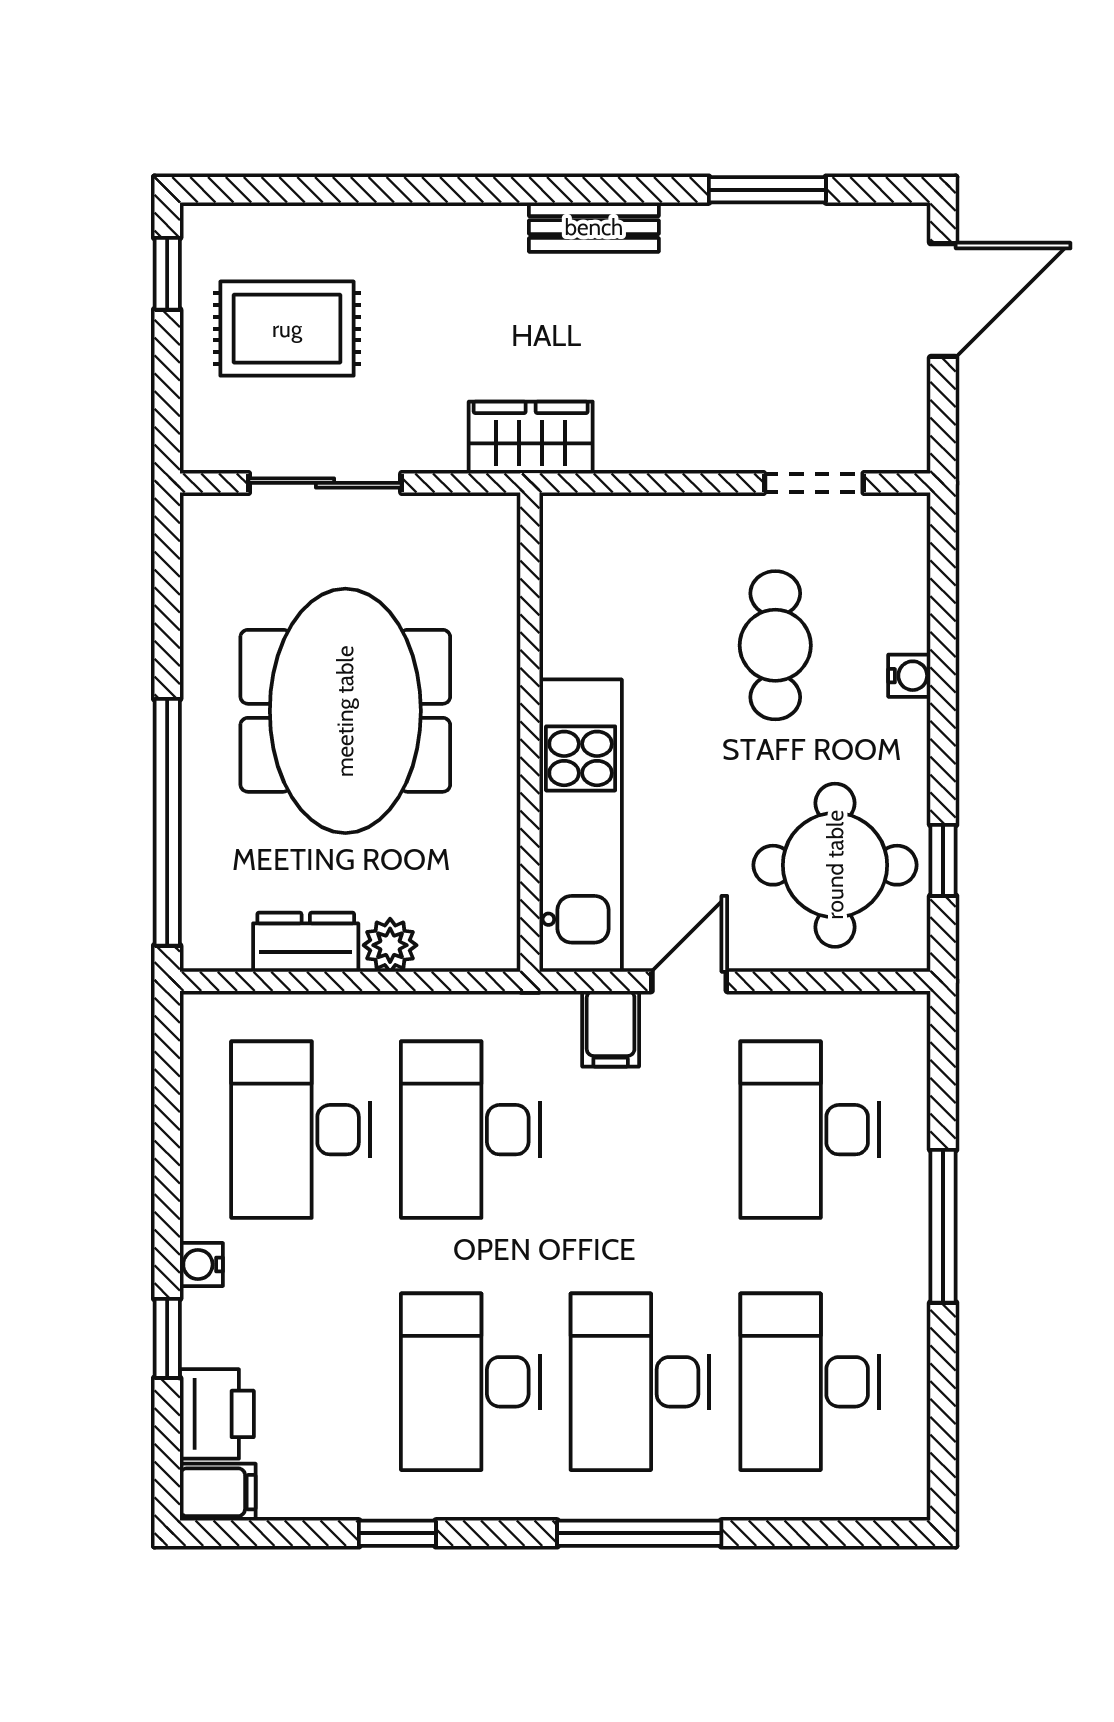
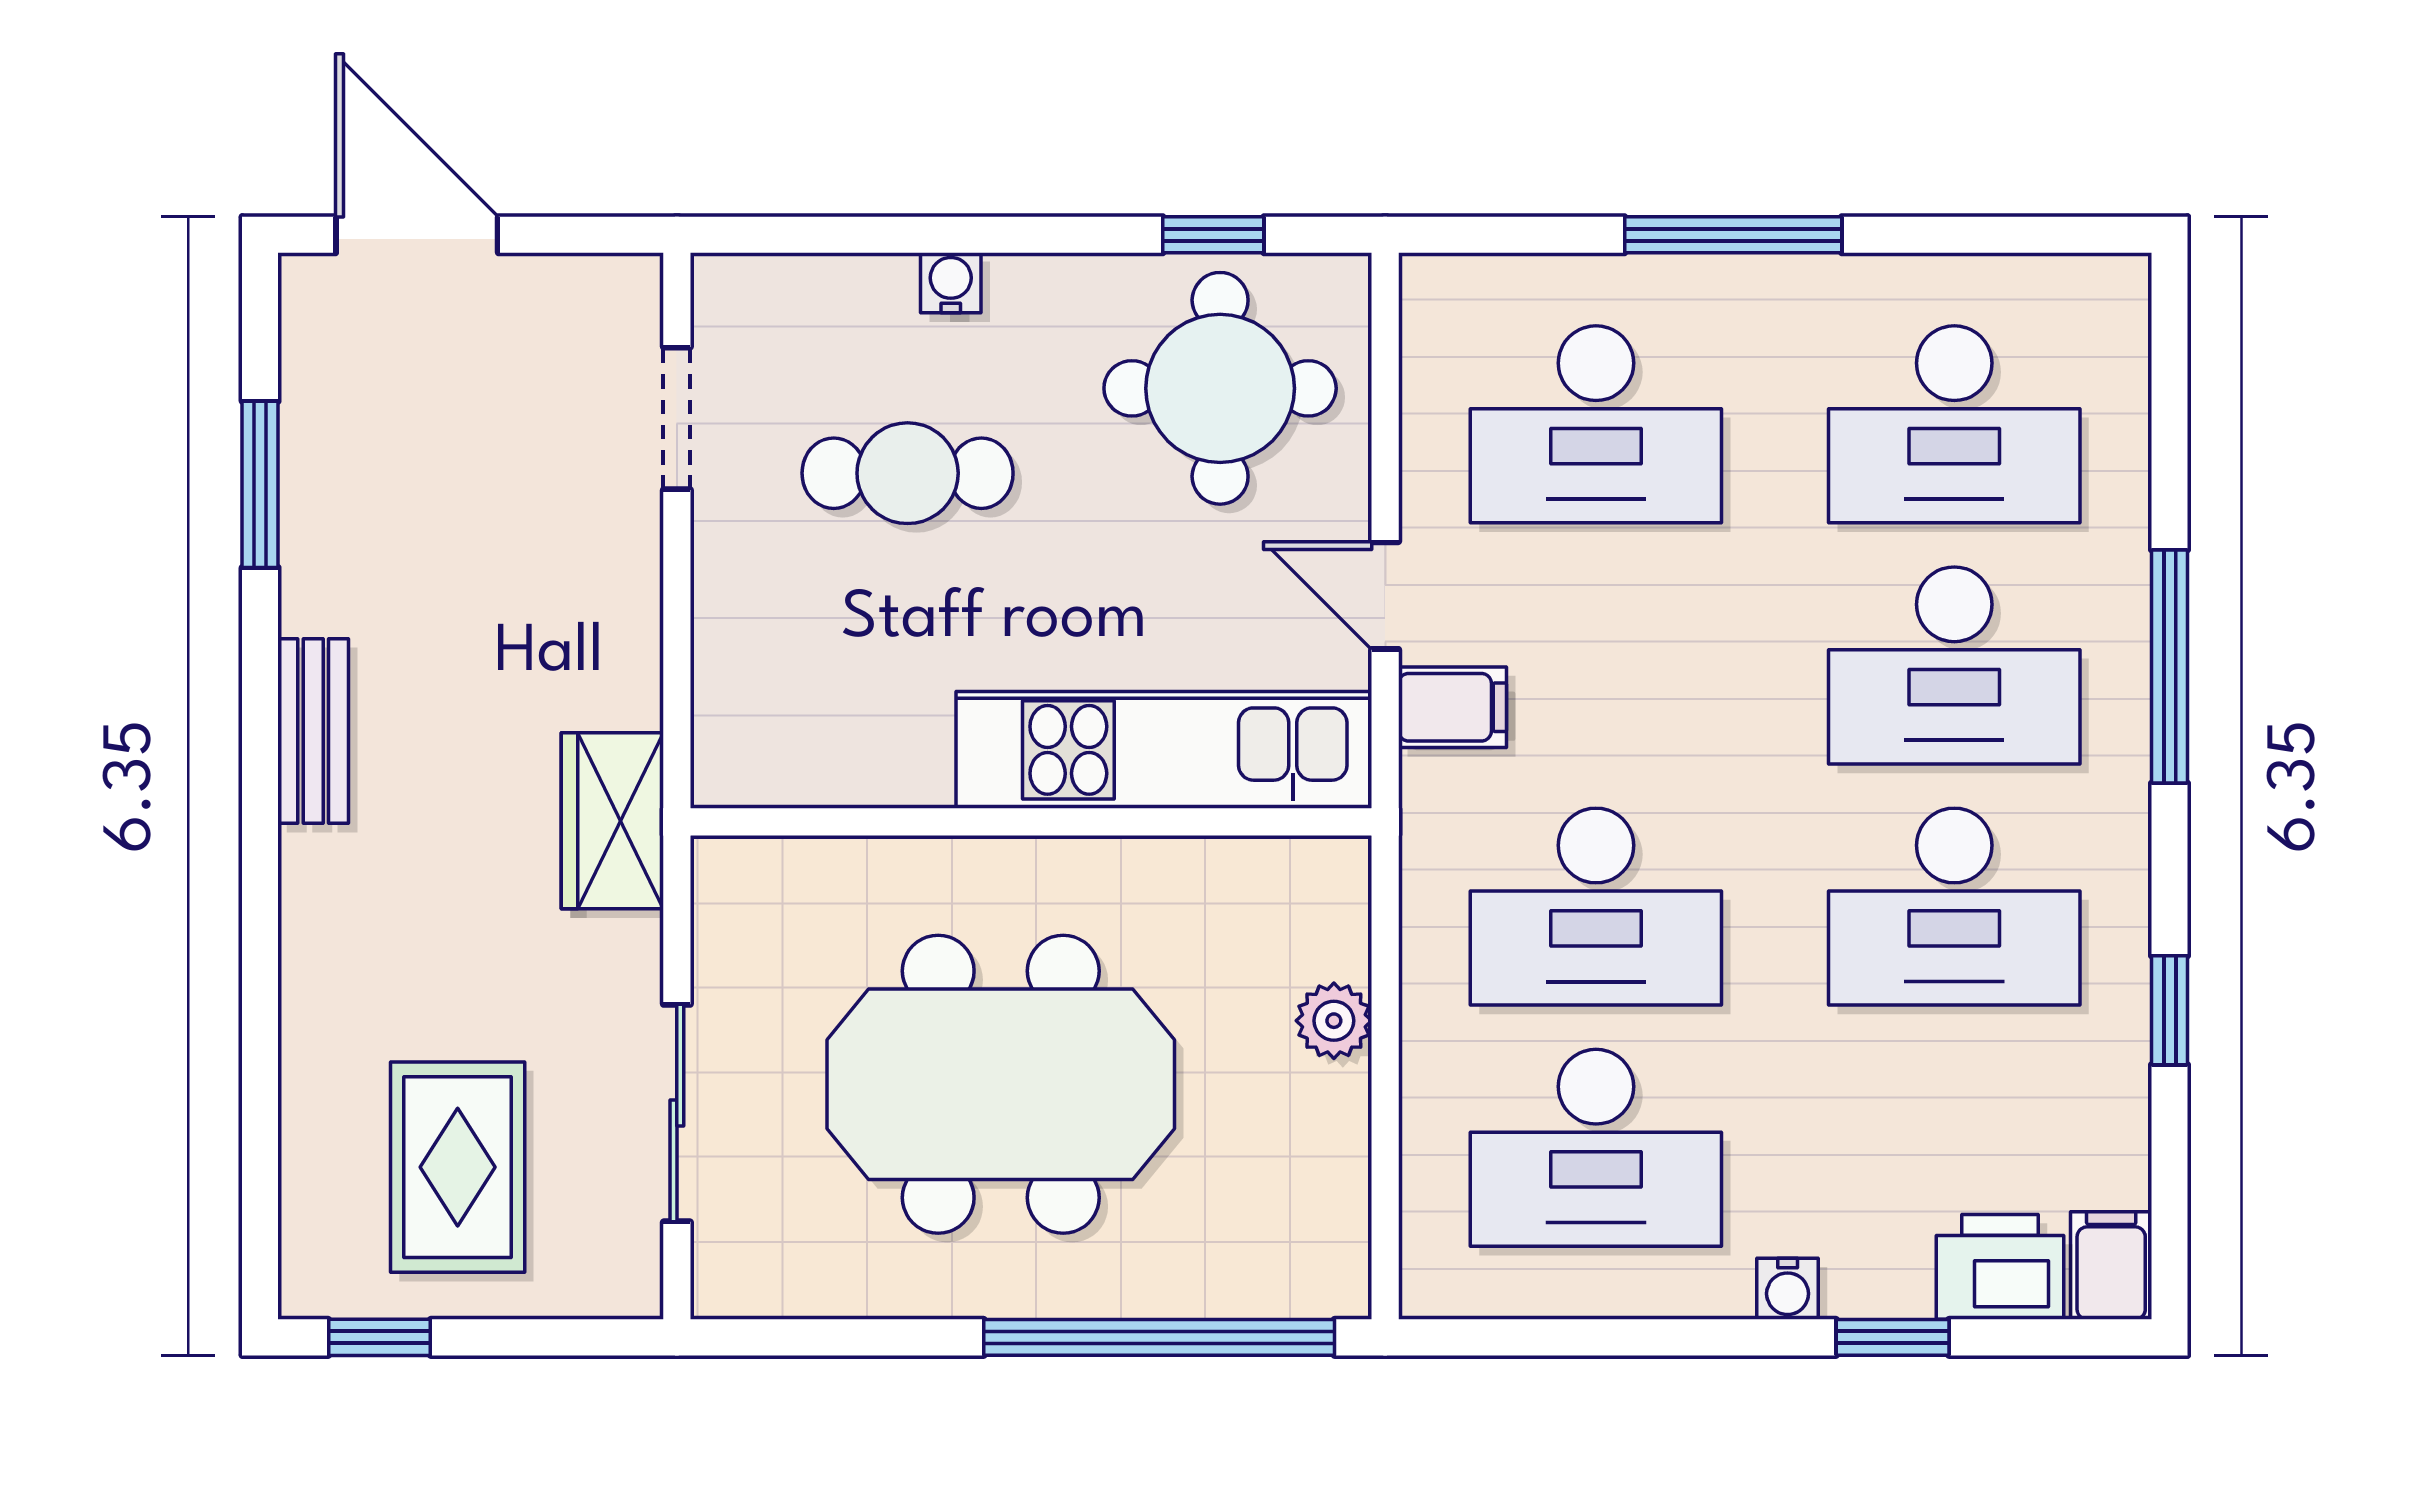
dresser: (306, 942) -> (1330, 1141), removed

